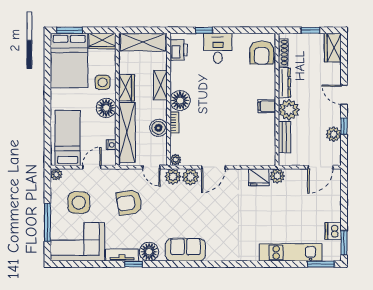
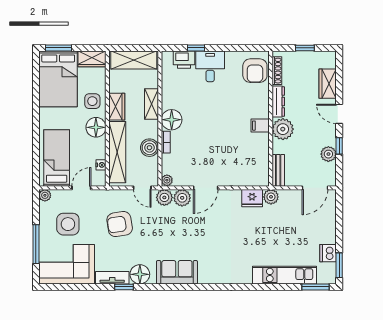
wardrobe: (333, 48) -> (328, 84), moved
printer: (179, 50) -> (184, 60), moved, turned 90
bench: (284, 137) -> (278, 170), moved

